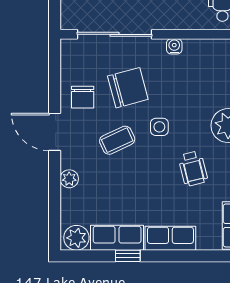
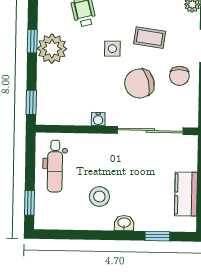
chair: (83, 97) -> (179, 76), turned 180
coffee table: (117, 140) -> (150, 38), turned 33

